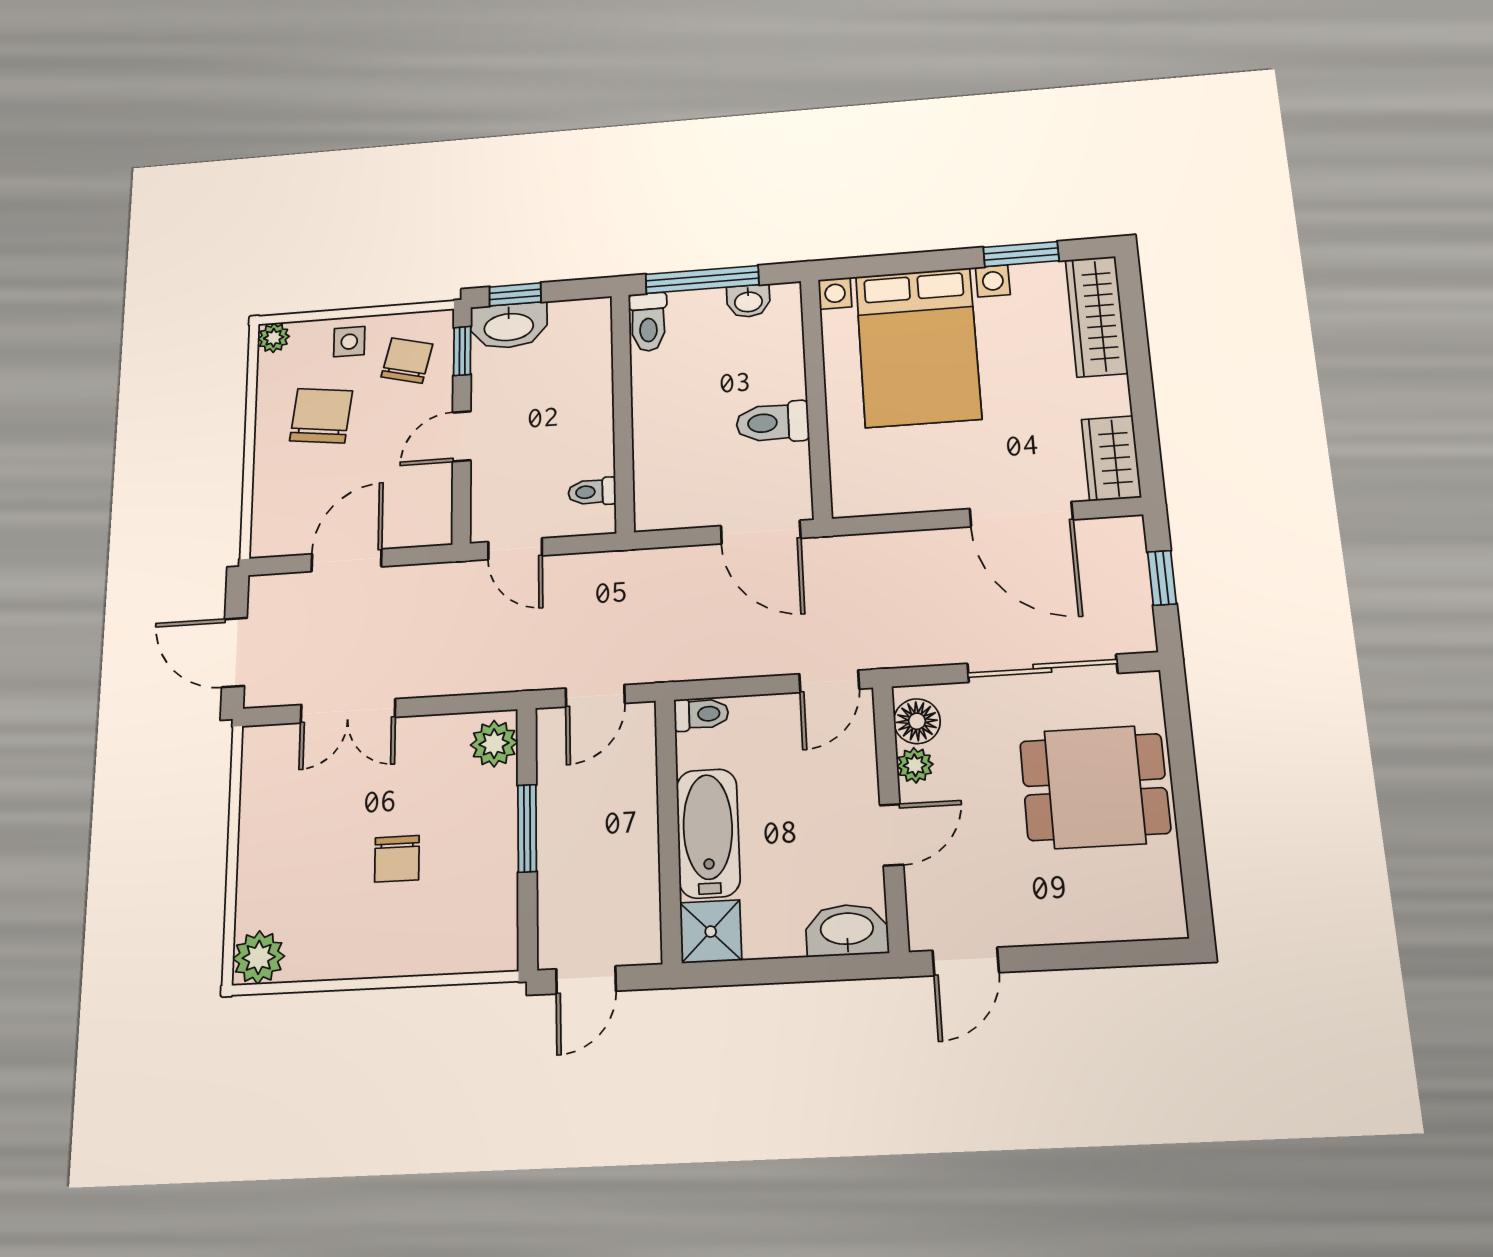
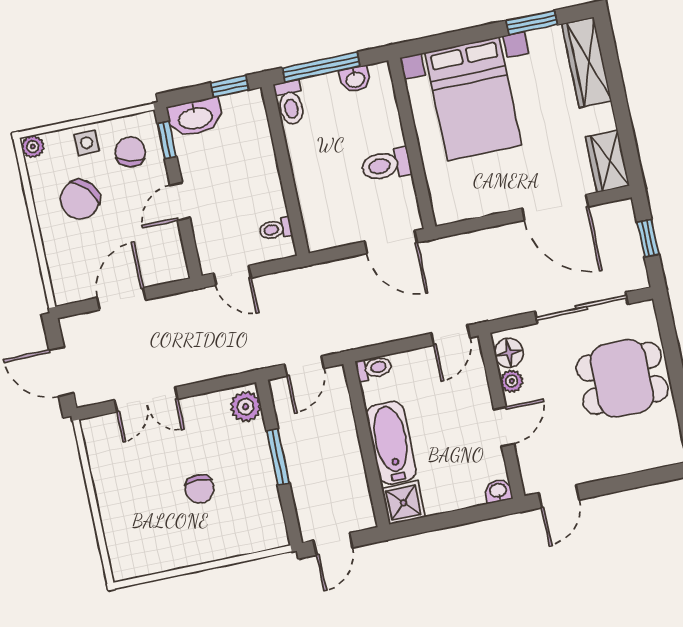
window: (515, 294) -> (230, 86), moved
chair: (321, 416) -> (80, 199), turned -138
washbasin: (847, 930) -> (498, 491), width x0.52, depth x0.69
plant: (259, 957) -> (126, 563), removed

